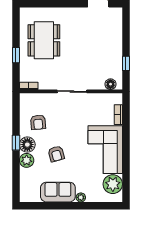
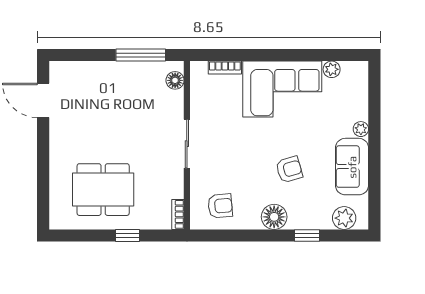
window: (126, 63) -> (141, 55), width x2.17
armchair: (38, 122) -> (220, 206), moved
window: (16, 143) -> (307, 235), moved
plant: (27, 160) -> (344, 218), moved
plant: (113, 184) -> (332, 69), width x0.53, depth x0.53

